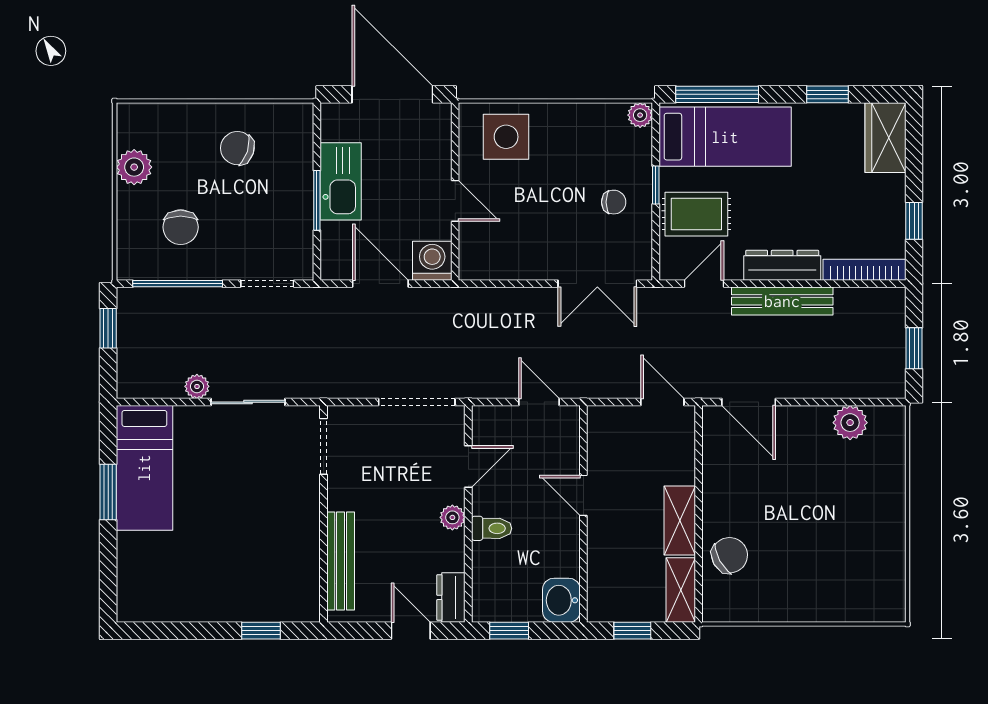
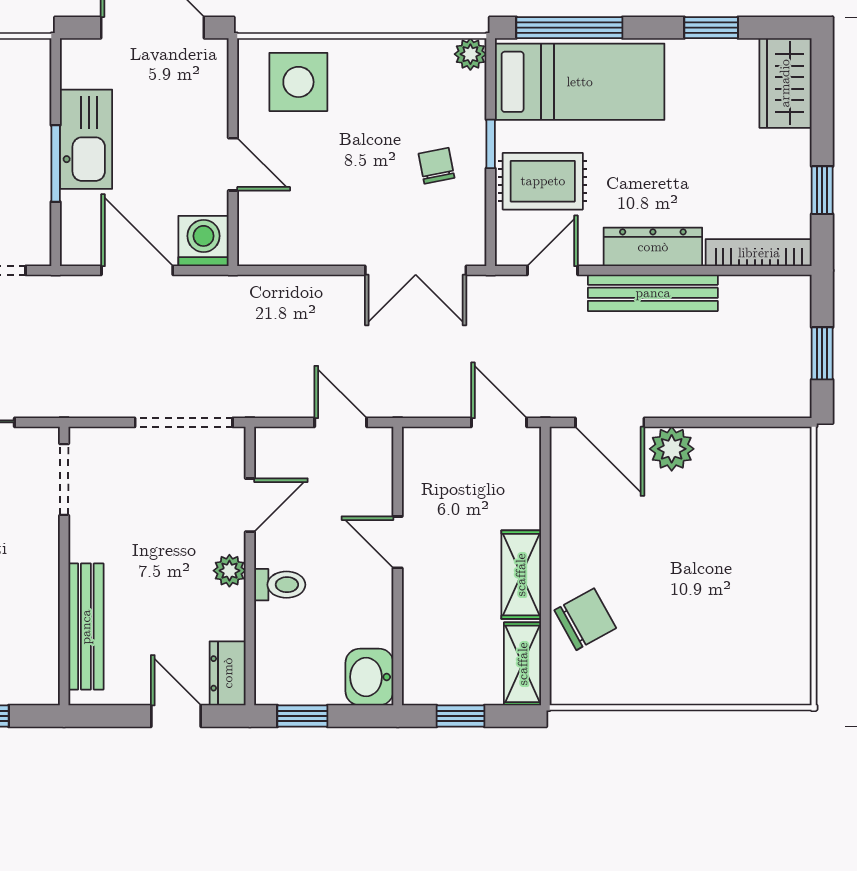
chair: (614, 202) -> (437, 166), turned -101
plant: (850, 423) -> (672, 449), moved

